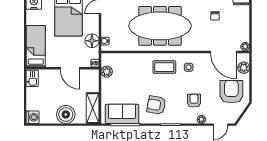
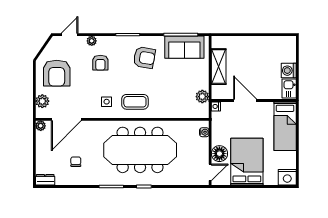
floor lamp: (92, 41) -> (219, 154), moved
door: (223, 52) -> (66, 119), swing flipped
shelving: (93, 108) -> (219, 67), moved
boiler: (66, 114) -> (250, 47), removed
washing machine: (33, 117) -> (289, 71), moved

